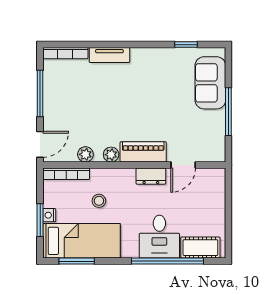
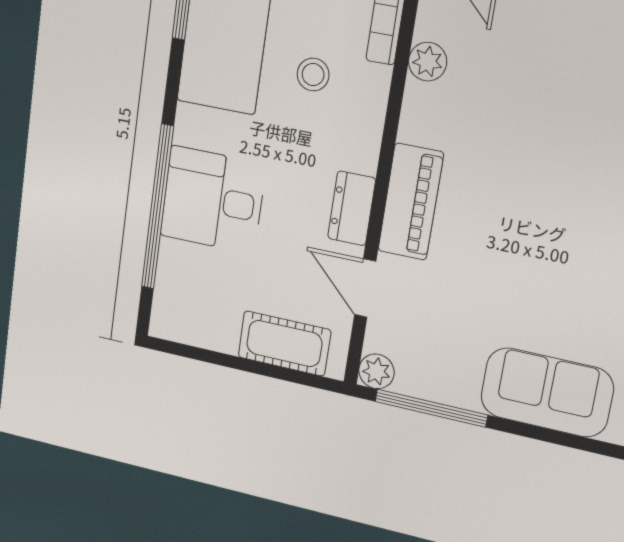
window: (228, 112) -> (431, 408), moved
plant: (111, 155) -> (376, 371), moved
cot: (200, 248) -> (284, 343), moved, turned 90

